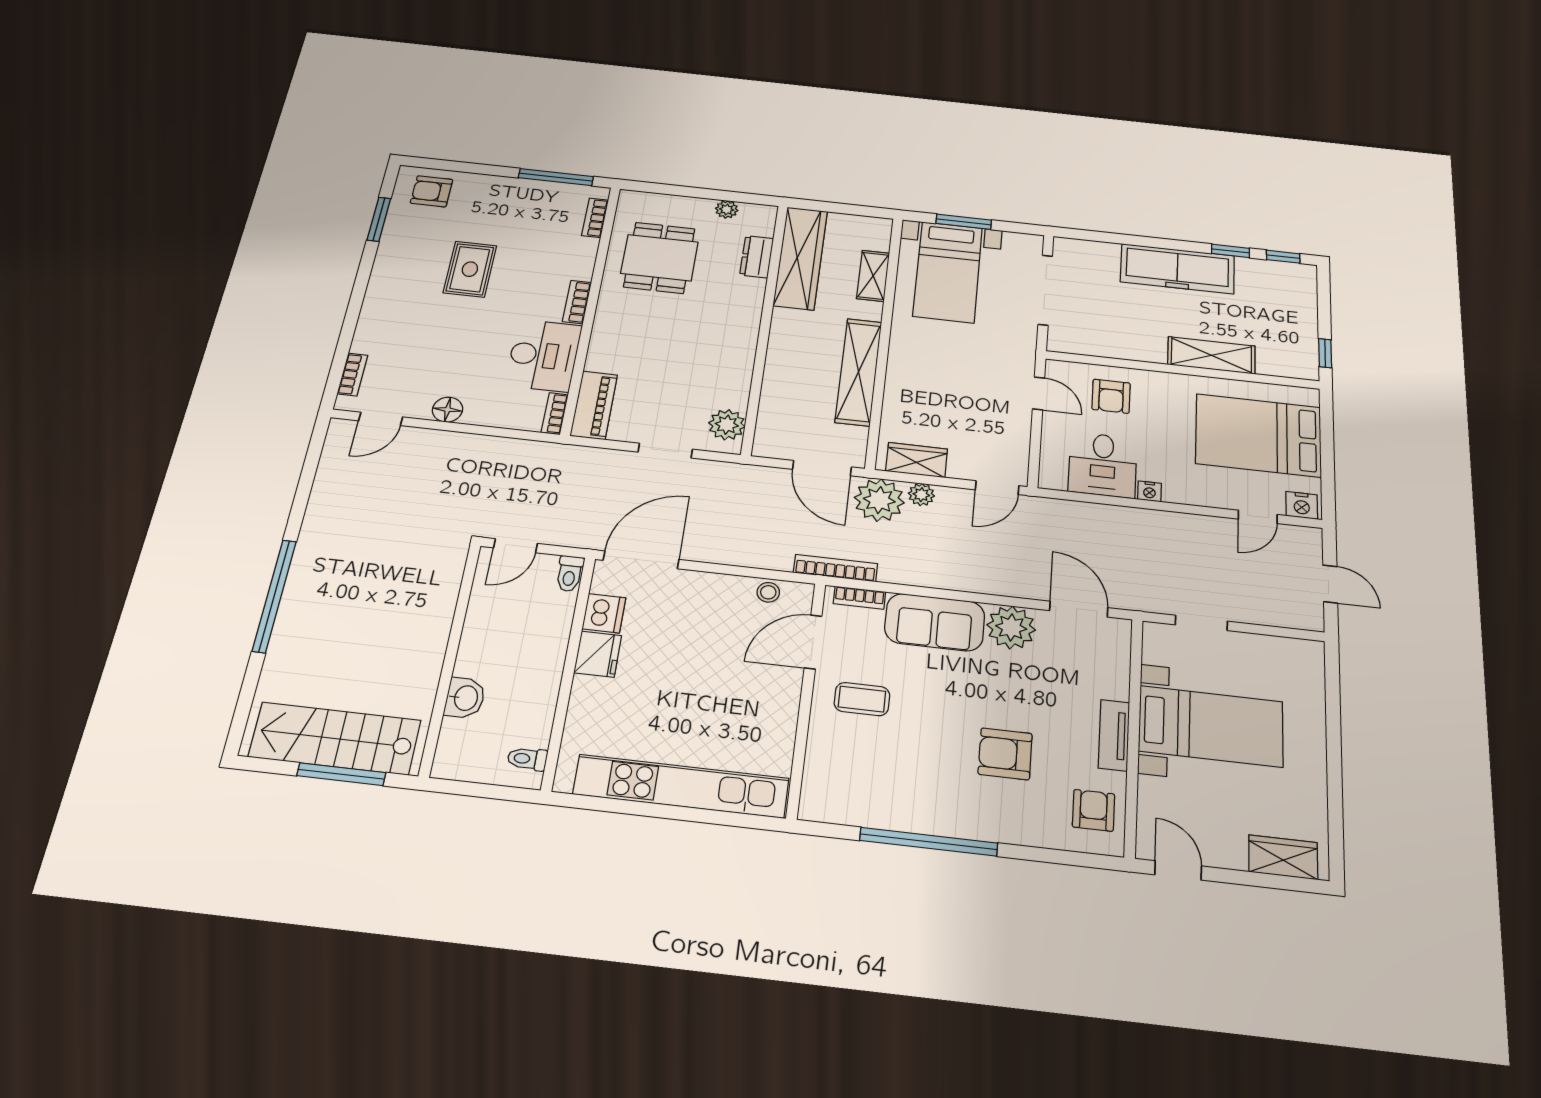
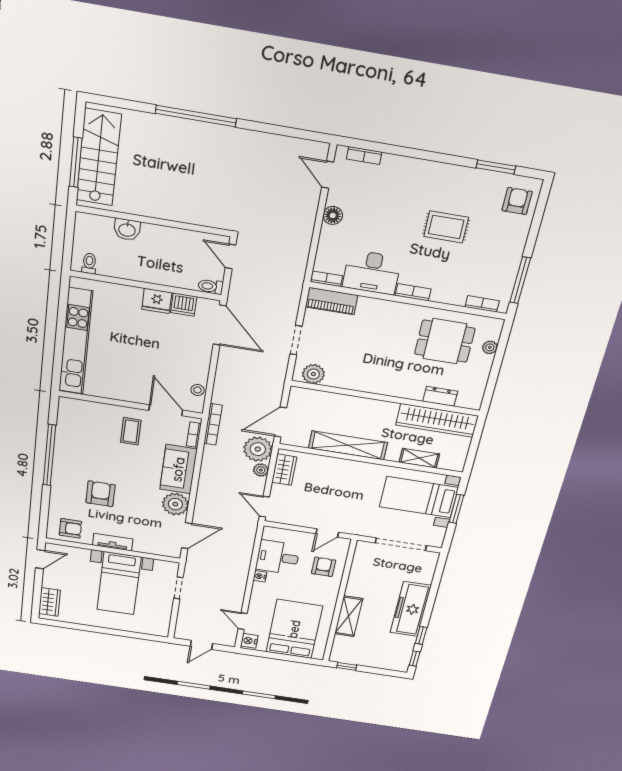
plant: (727, 209) -> (490, 347), moved
armchair: (1111, 396) -> (323, 567), turned 90

